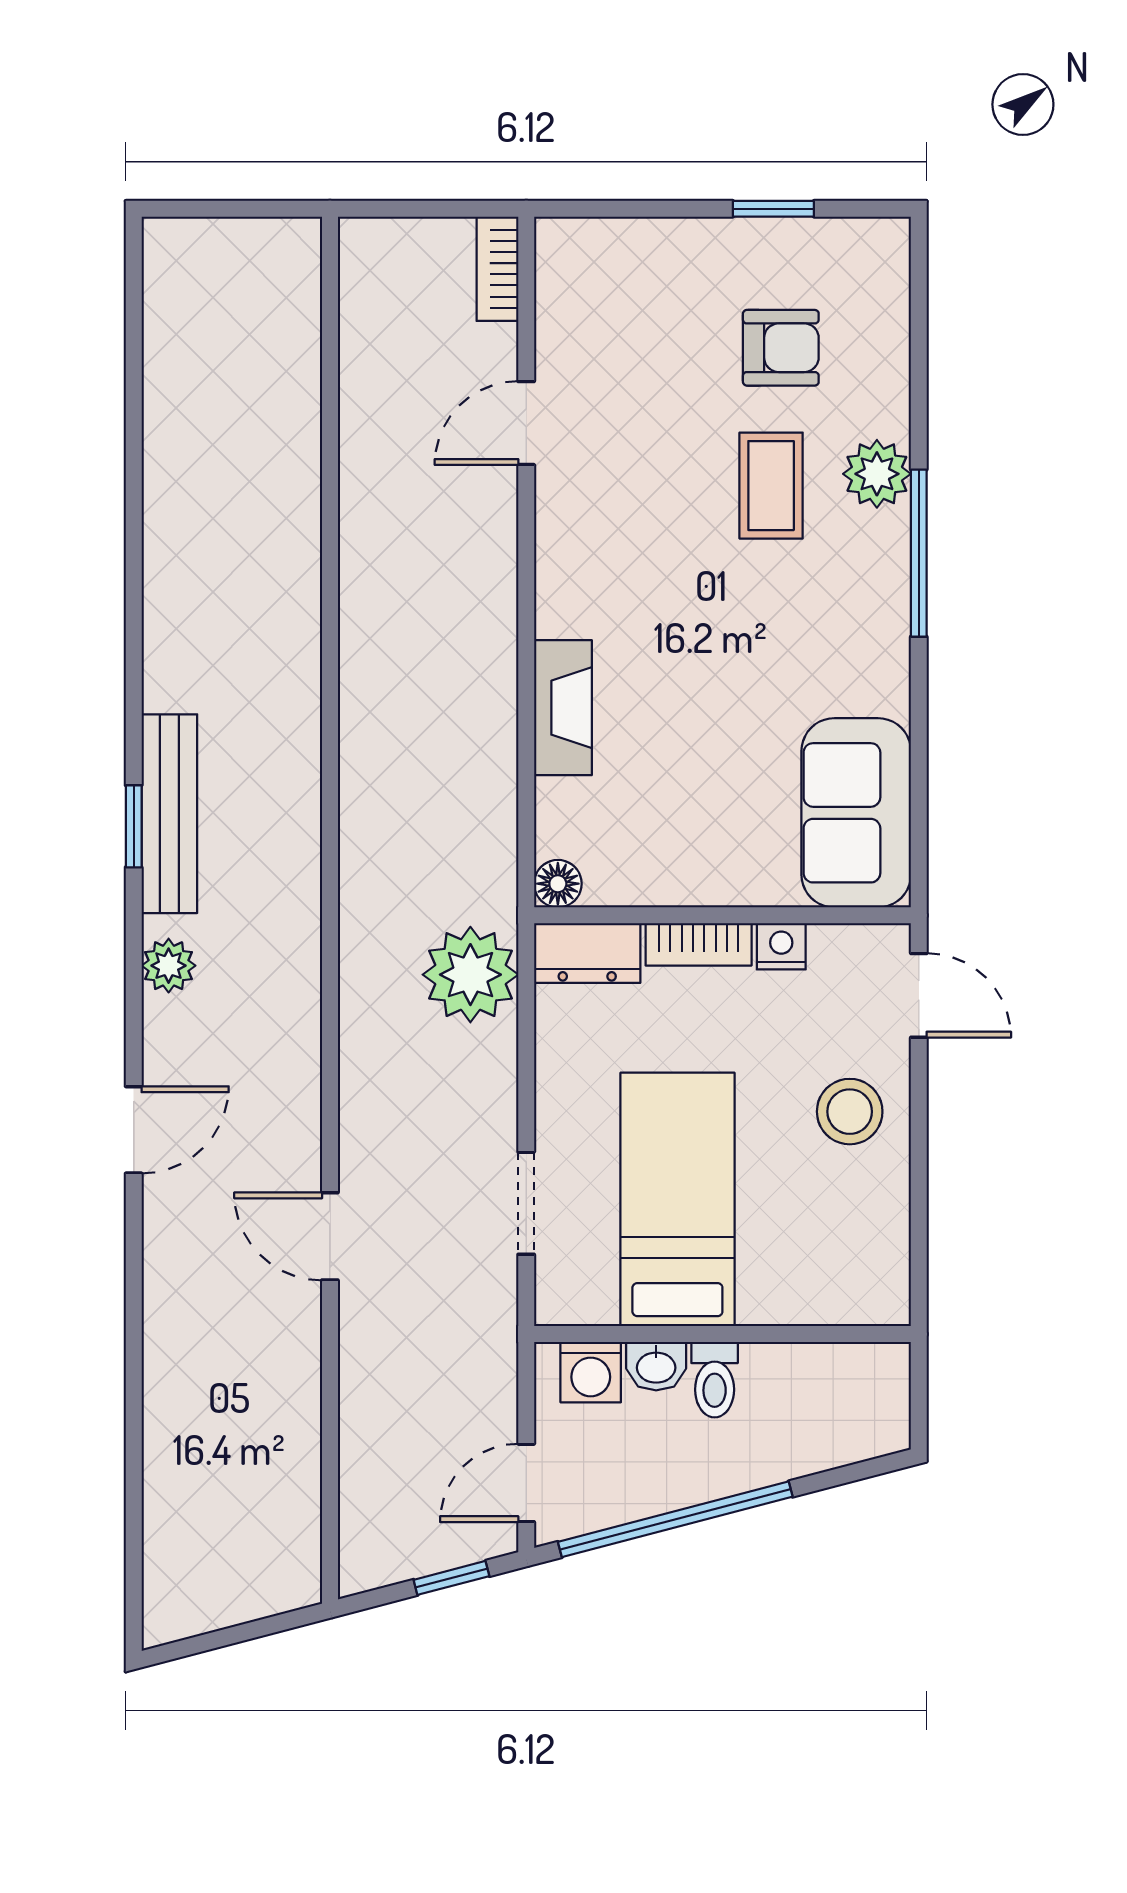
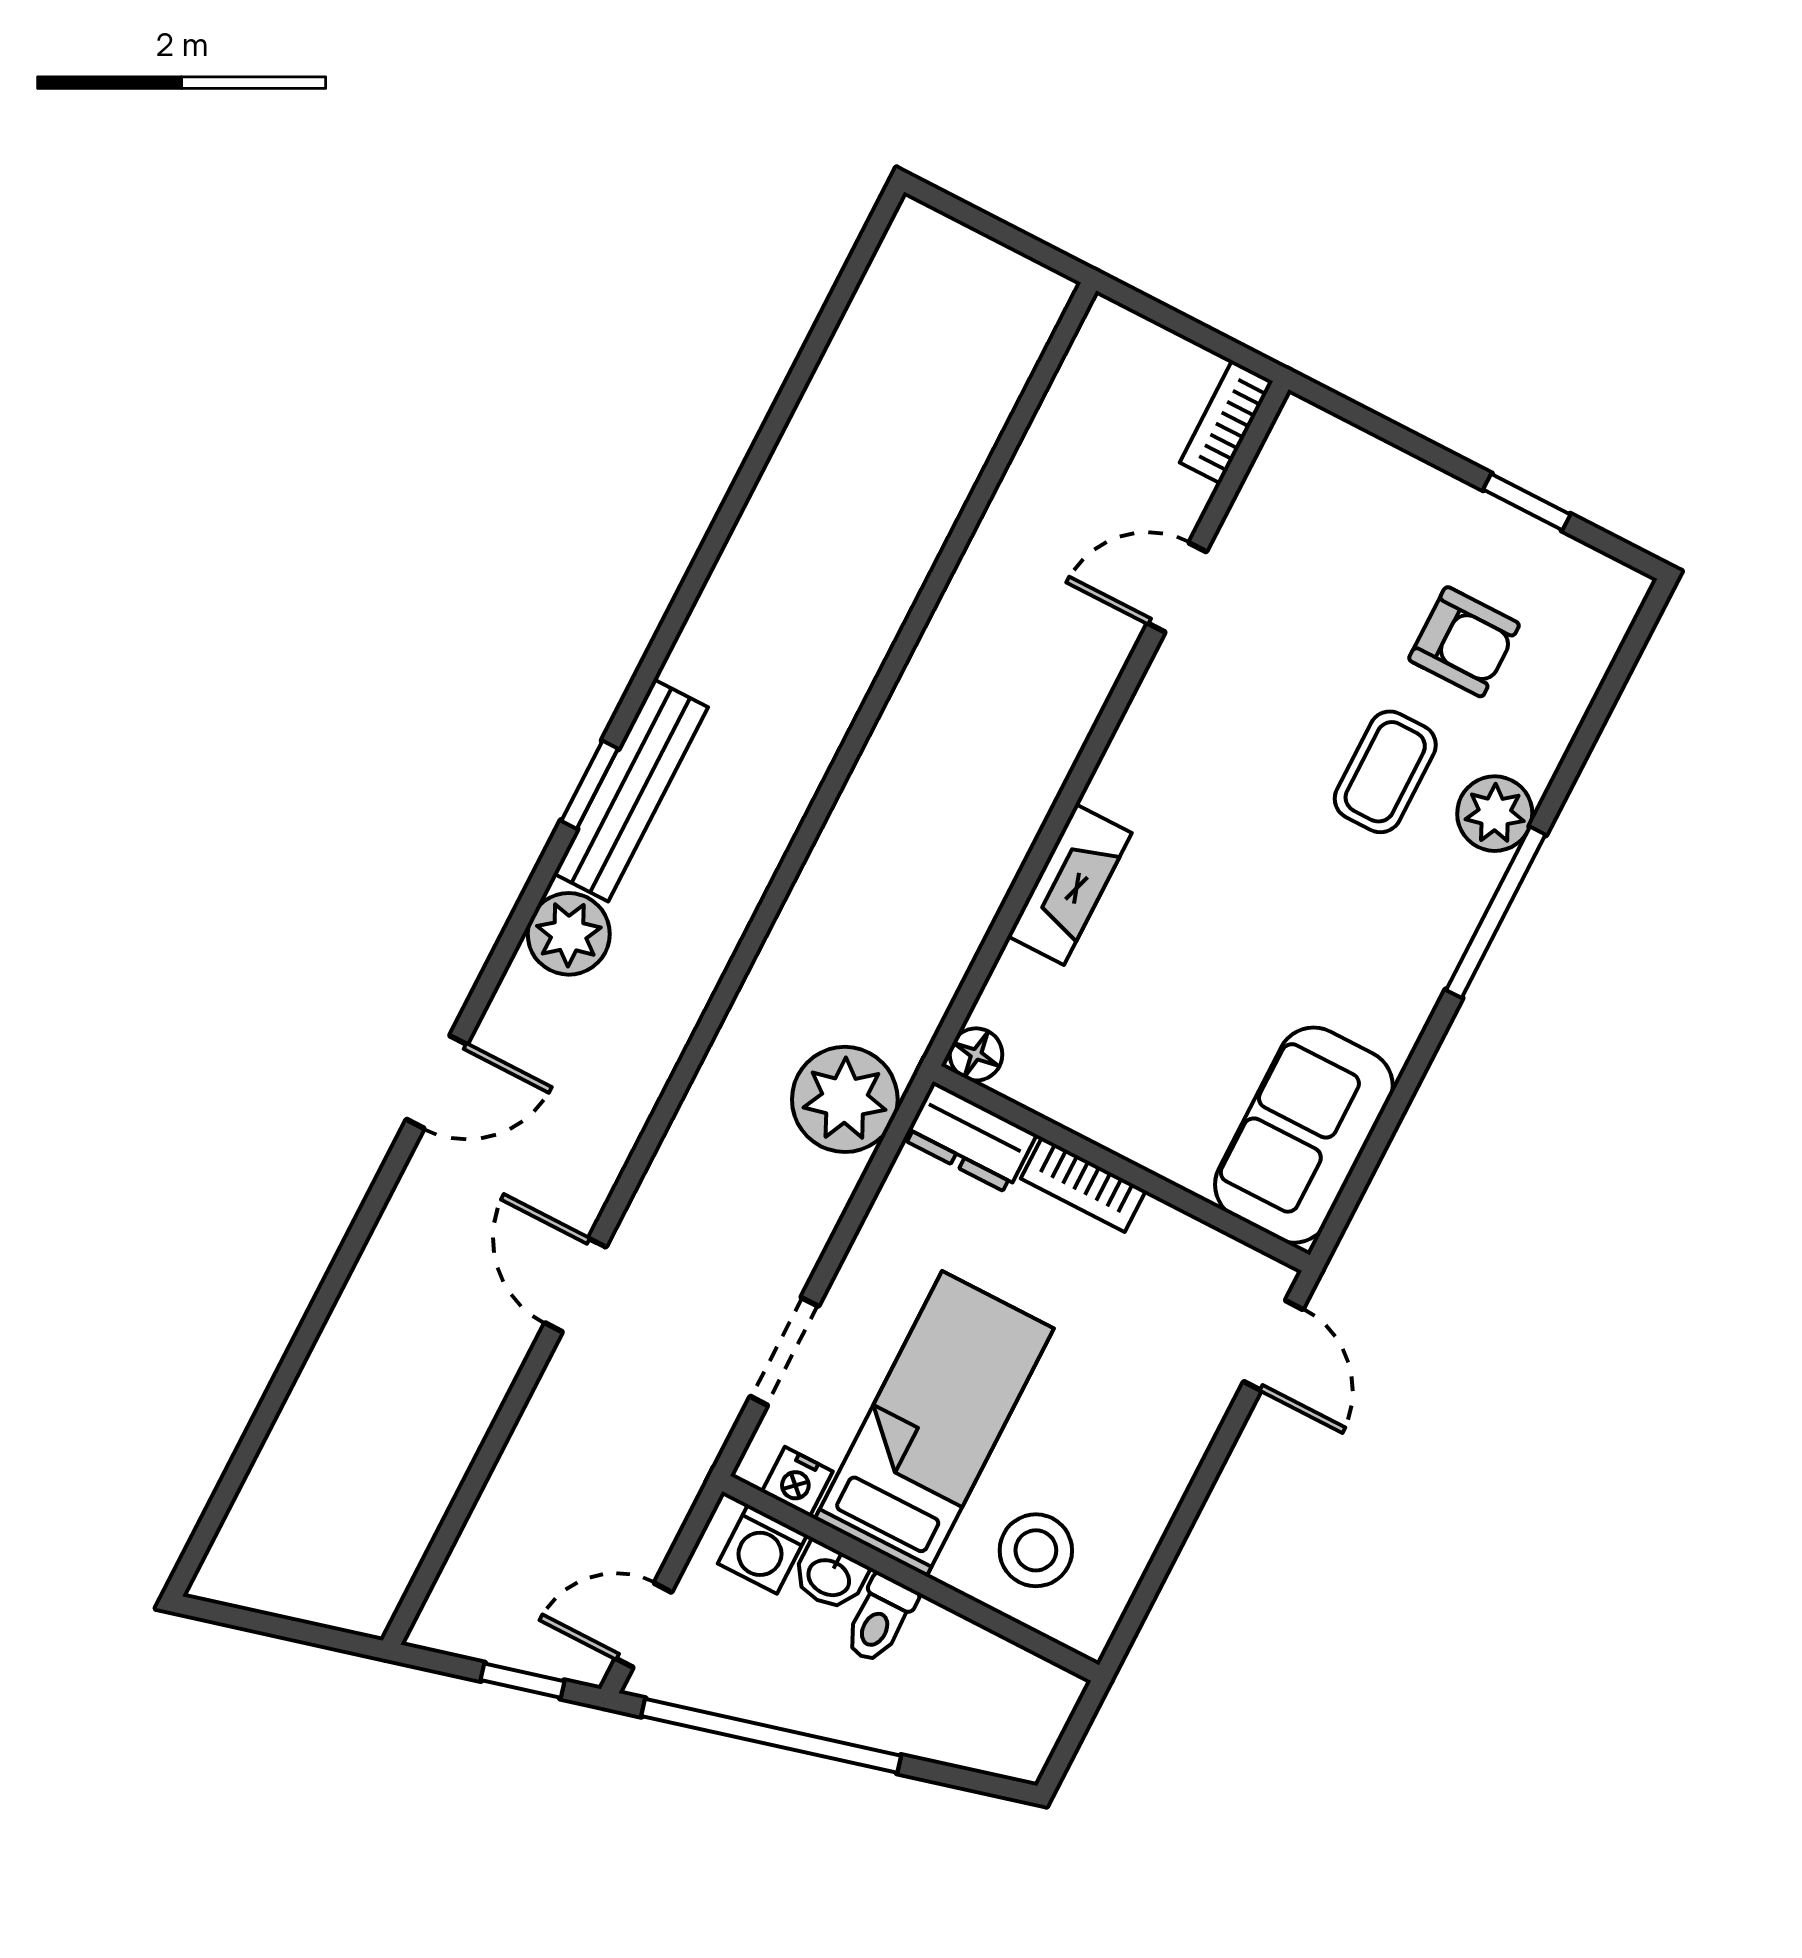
nightstand: (781, 946) -> (797, 1482), moved, turned 180
plant: (169, 966) -> (569, 934), width x1.38, depth x1.38
stool: (850, 1112) -> (1036, 1550), moved

